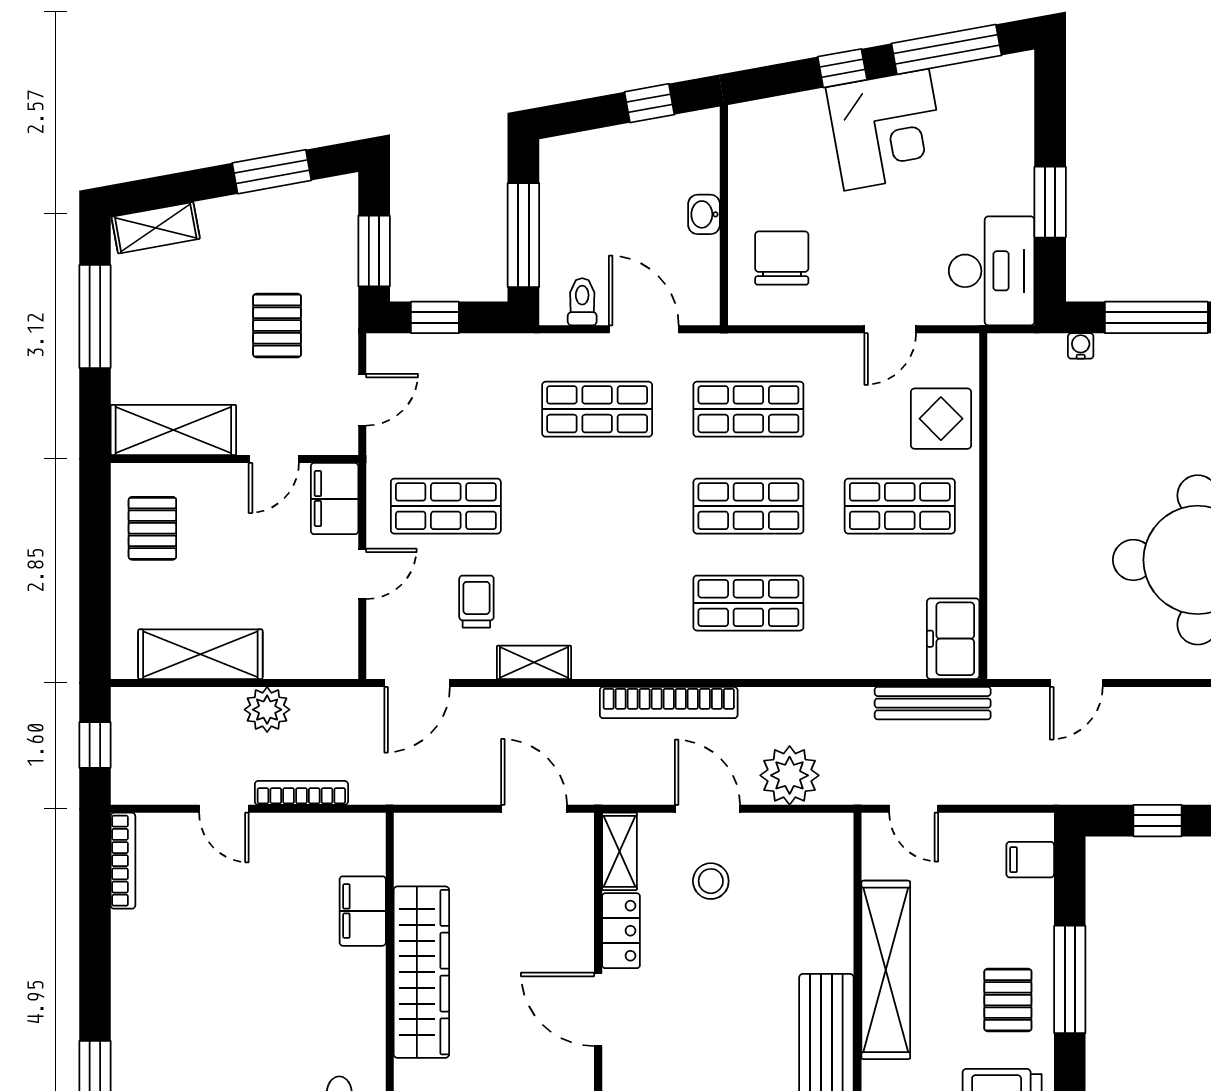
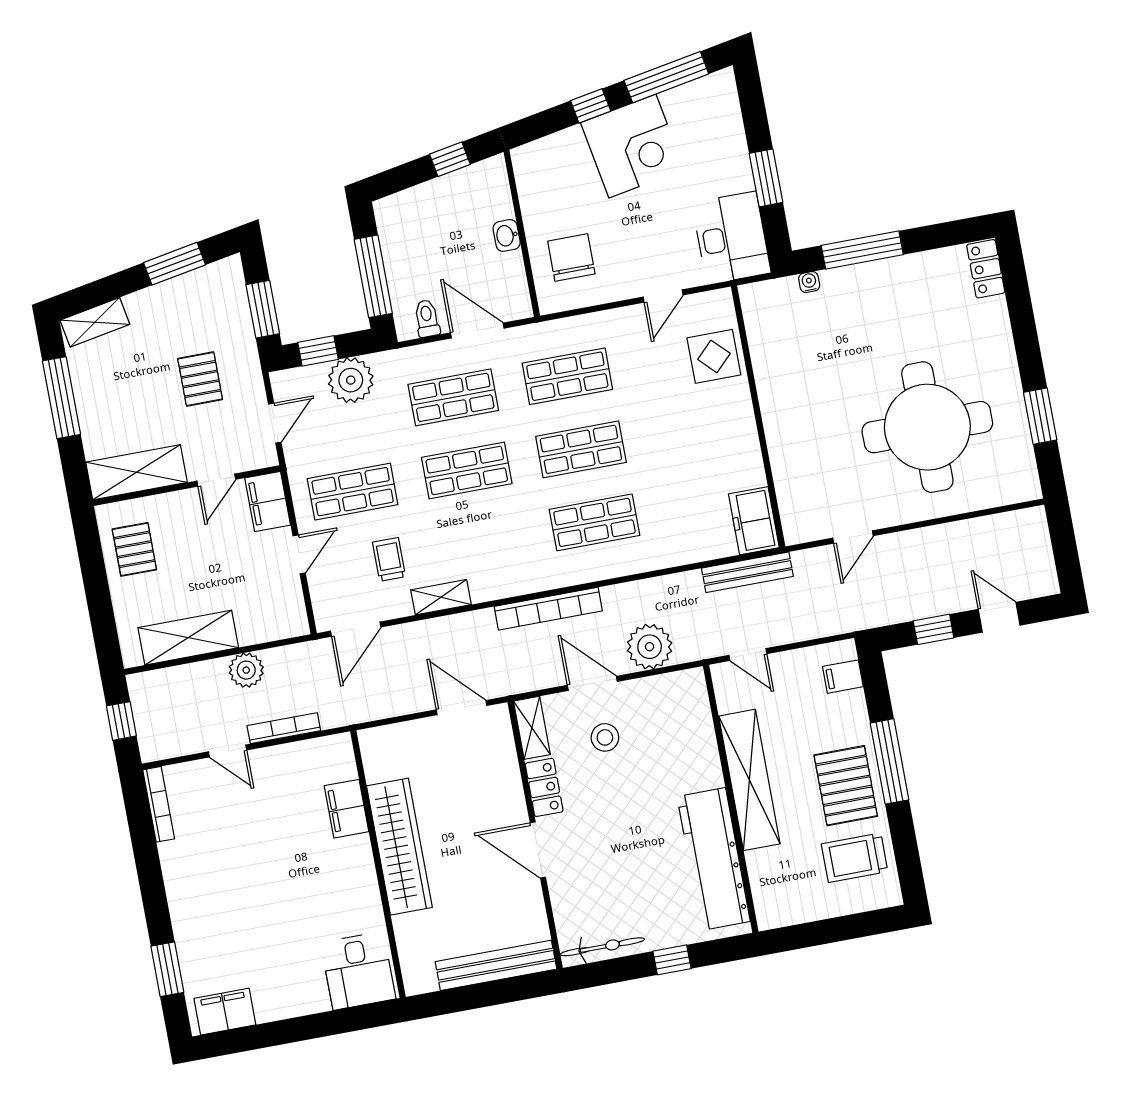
plant: (470, 363) -> (351, 380), added
shop shelf: (900, 506) -> (467, 470), moved
pallet: (1008, 1000) -> (846, 786), width x1.50, depth x1.42

